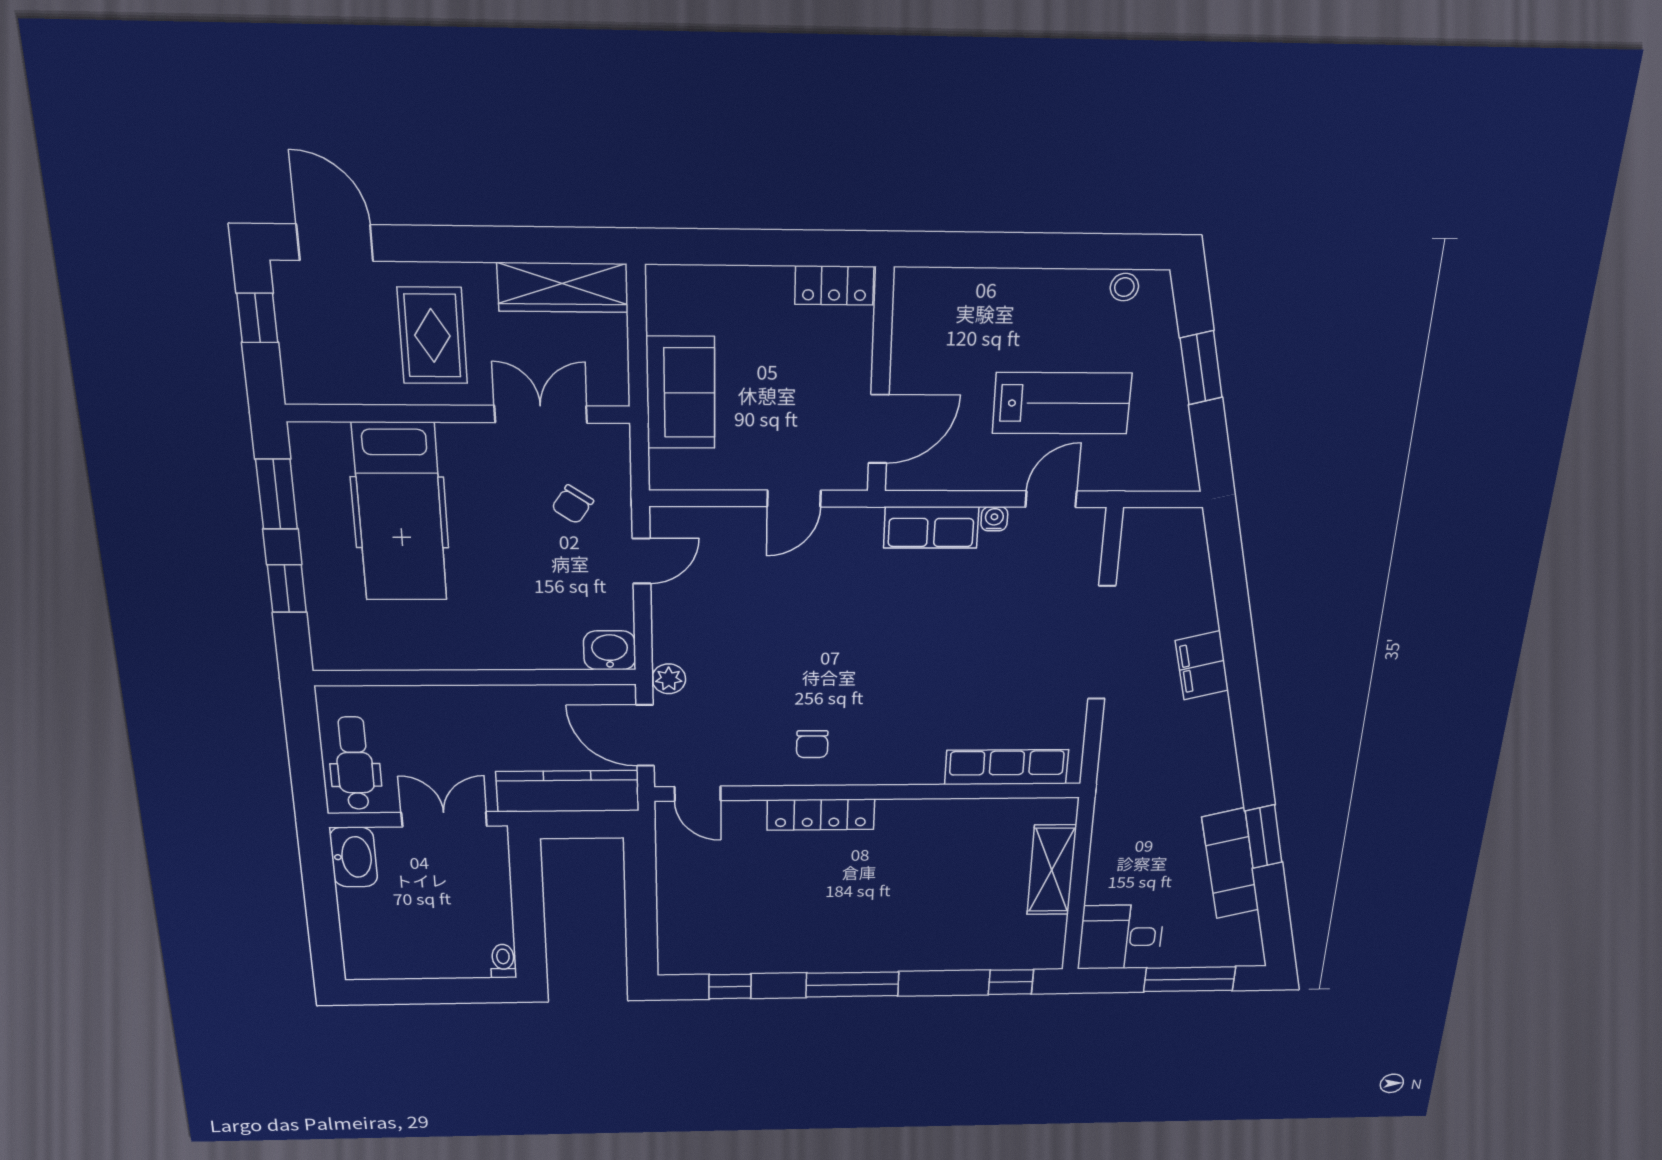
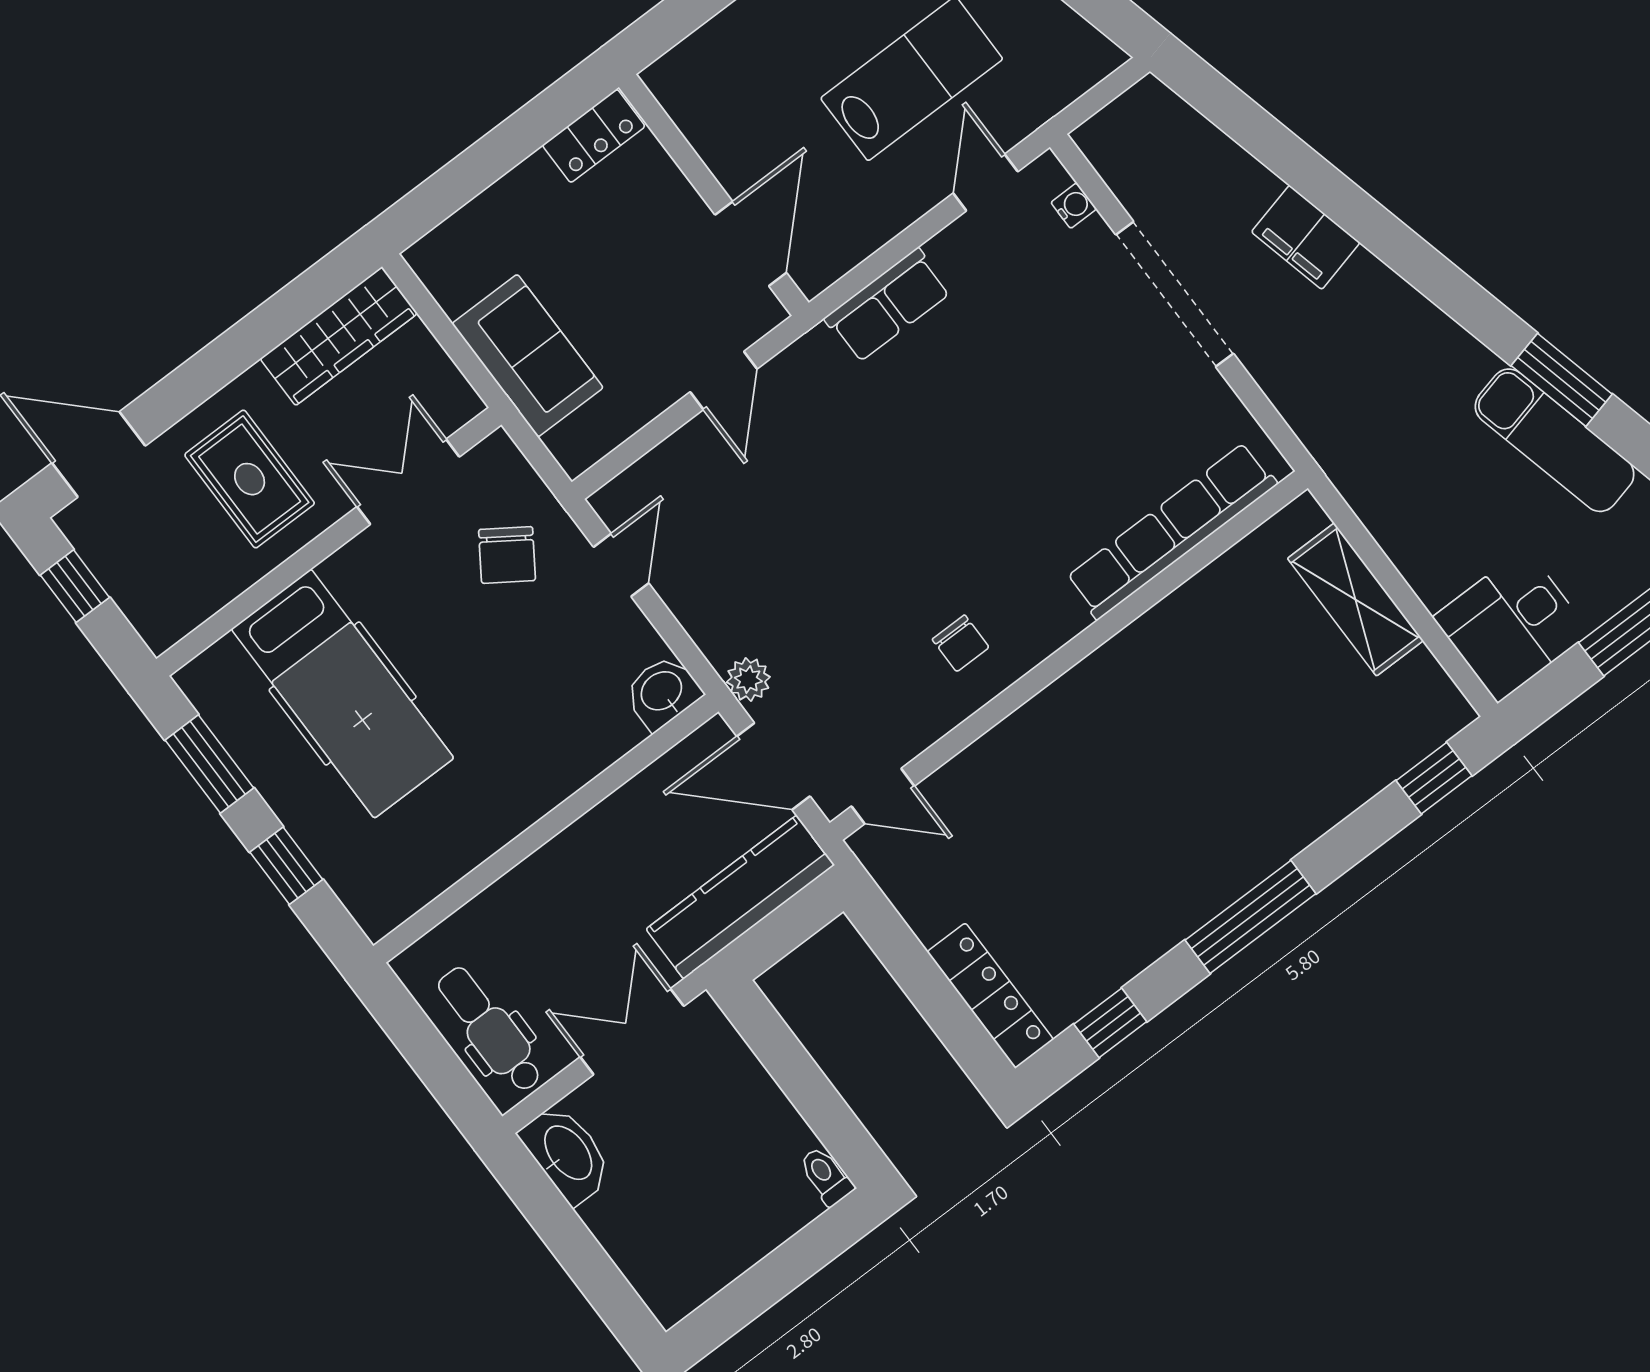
chair: (573, 504) -> (507, 555), width x1.37, depth x1.37
water cooler: (994, 519) -> (1074, 206), moved, turned 90
row of seats: (1007, 767) -> (1171, 531), width x1.36
locker: (821, 815) -> (990, 996), moved, turned -90

